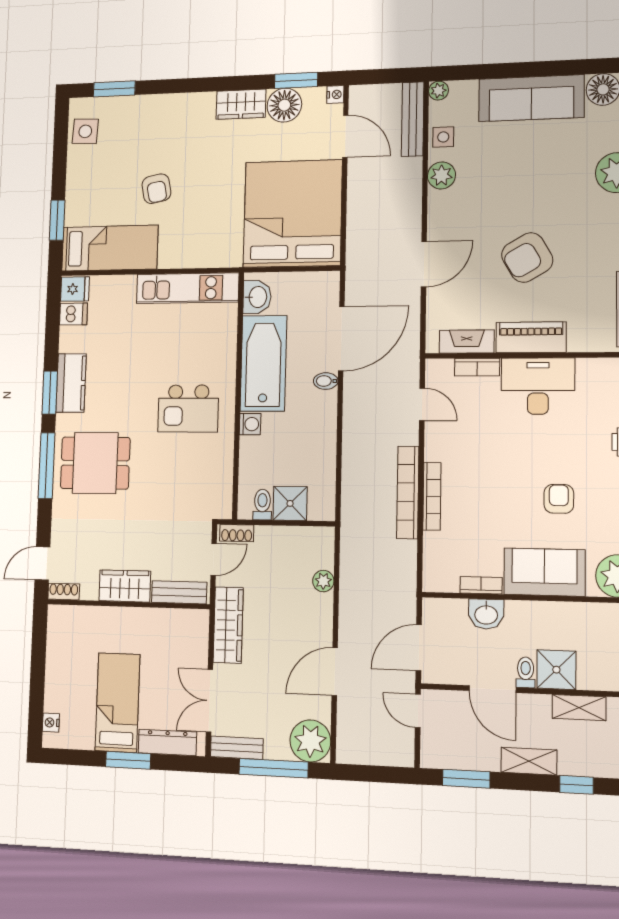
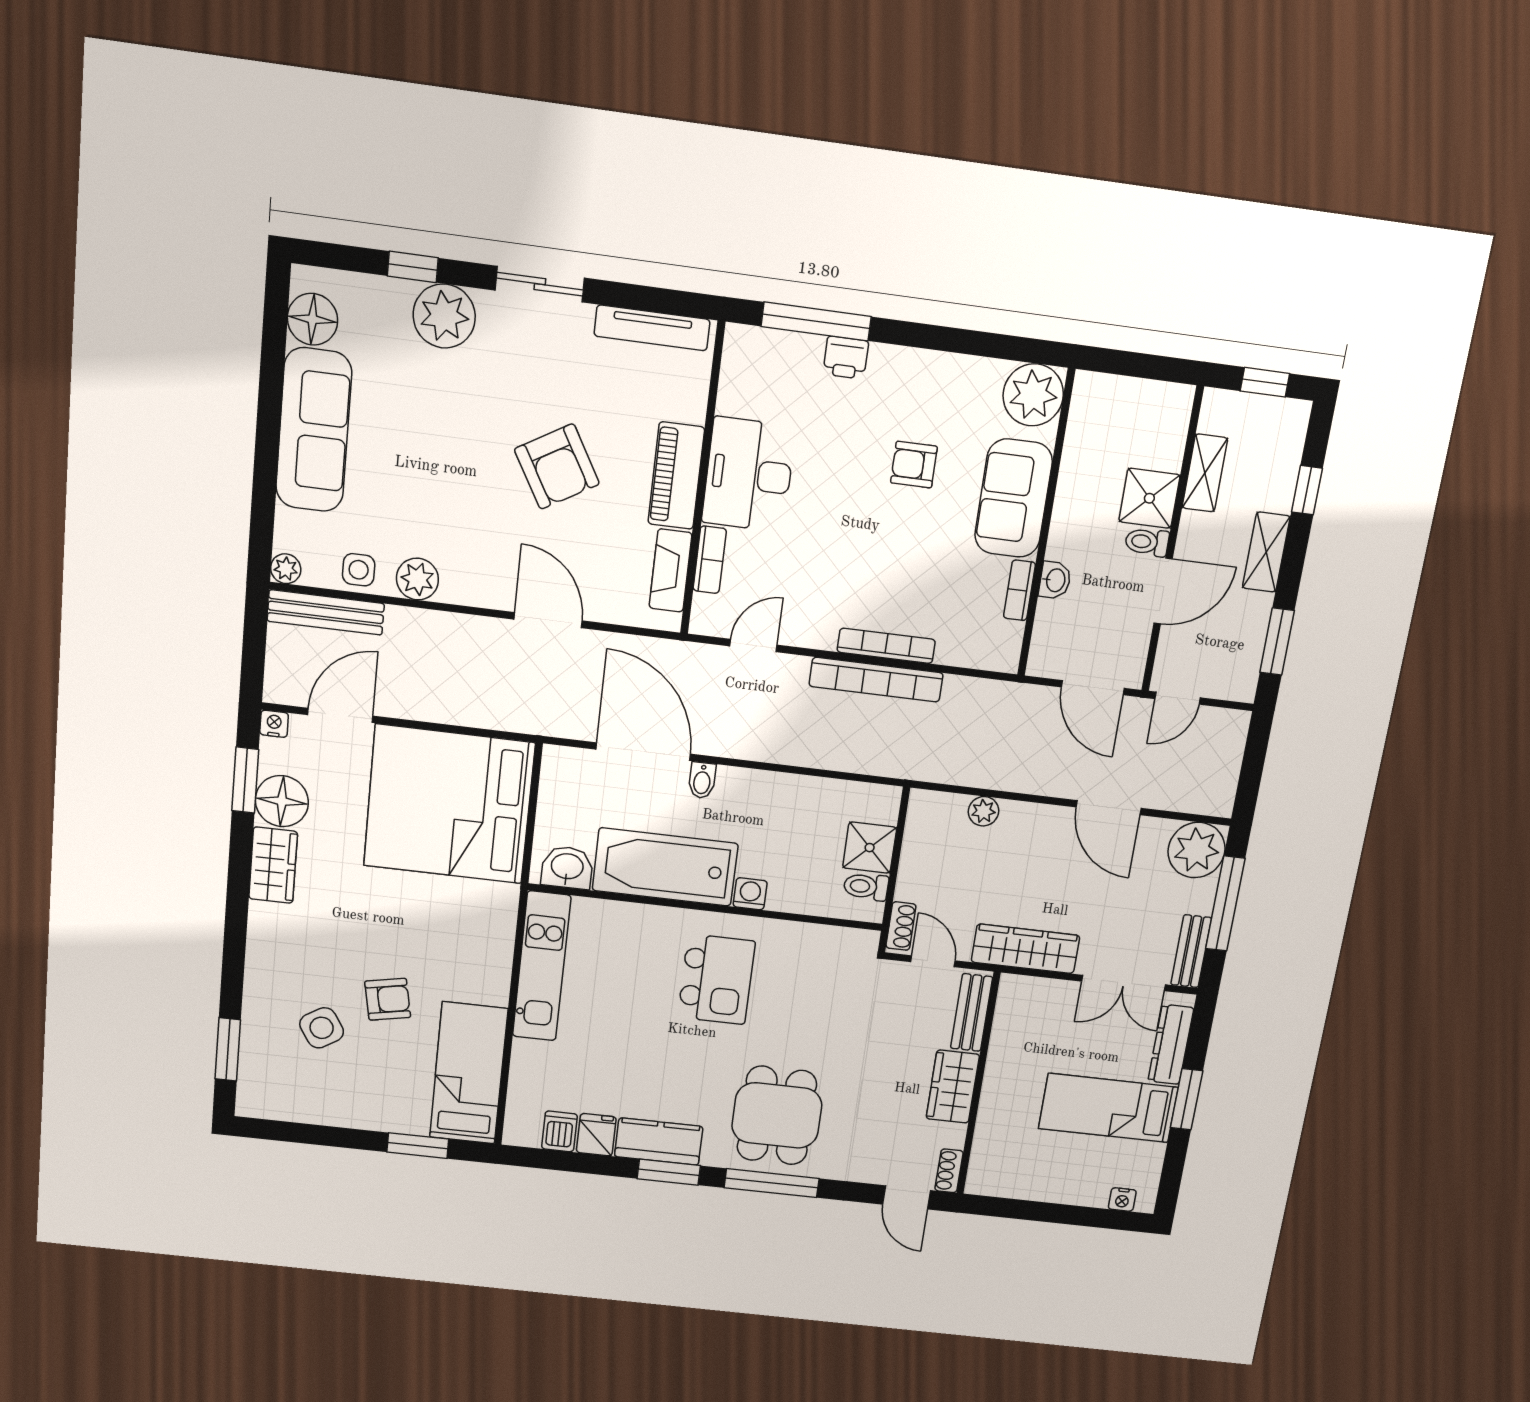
side table: (85, 131) -> (322, 1028), moved, turned -35
fridge: (75, 289) -> (596, 1135), moved
washbasin: (486, 614) -> (1055, 580), width x0.72, depth x0.69

